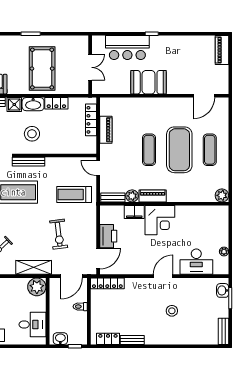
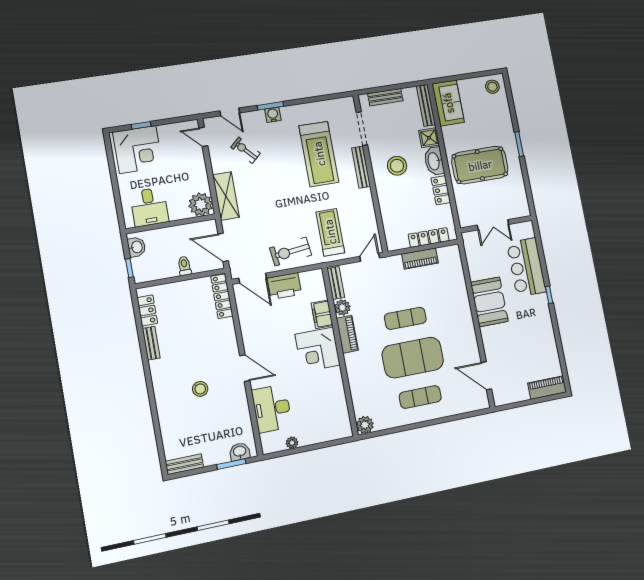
exercise bike: (59, 234) -> (291, 251), moved

